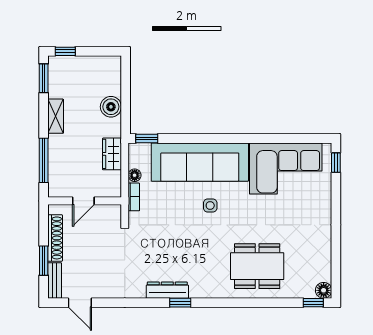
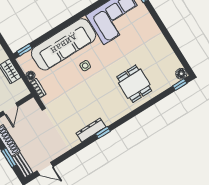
dining table: (257, 266) -> (134, 84), width x0.73

